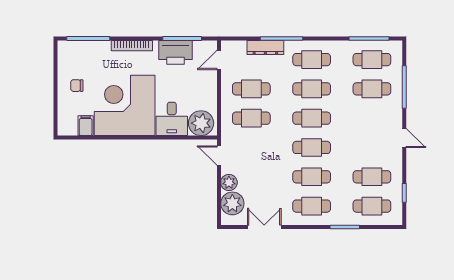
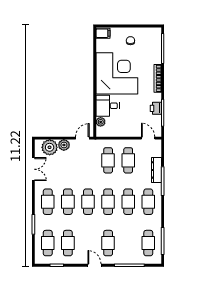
printer: (176, 52) -> (156, 108), width x0.53, depth x0.68
cafe table: (372, 89) -> (108, 243), moved
plant: (201, 123) -> (101, 122), width x0.53, depth x0.53
filing cabinet: (86, 126) -> (103, 33), moved
door: (404, 138) -> (94, 265), swing flipped

